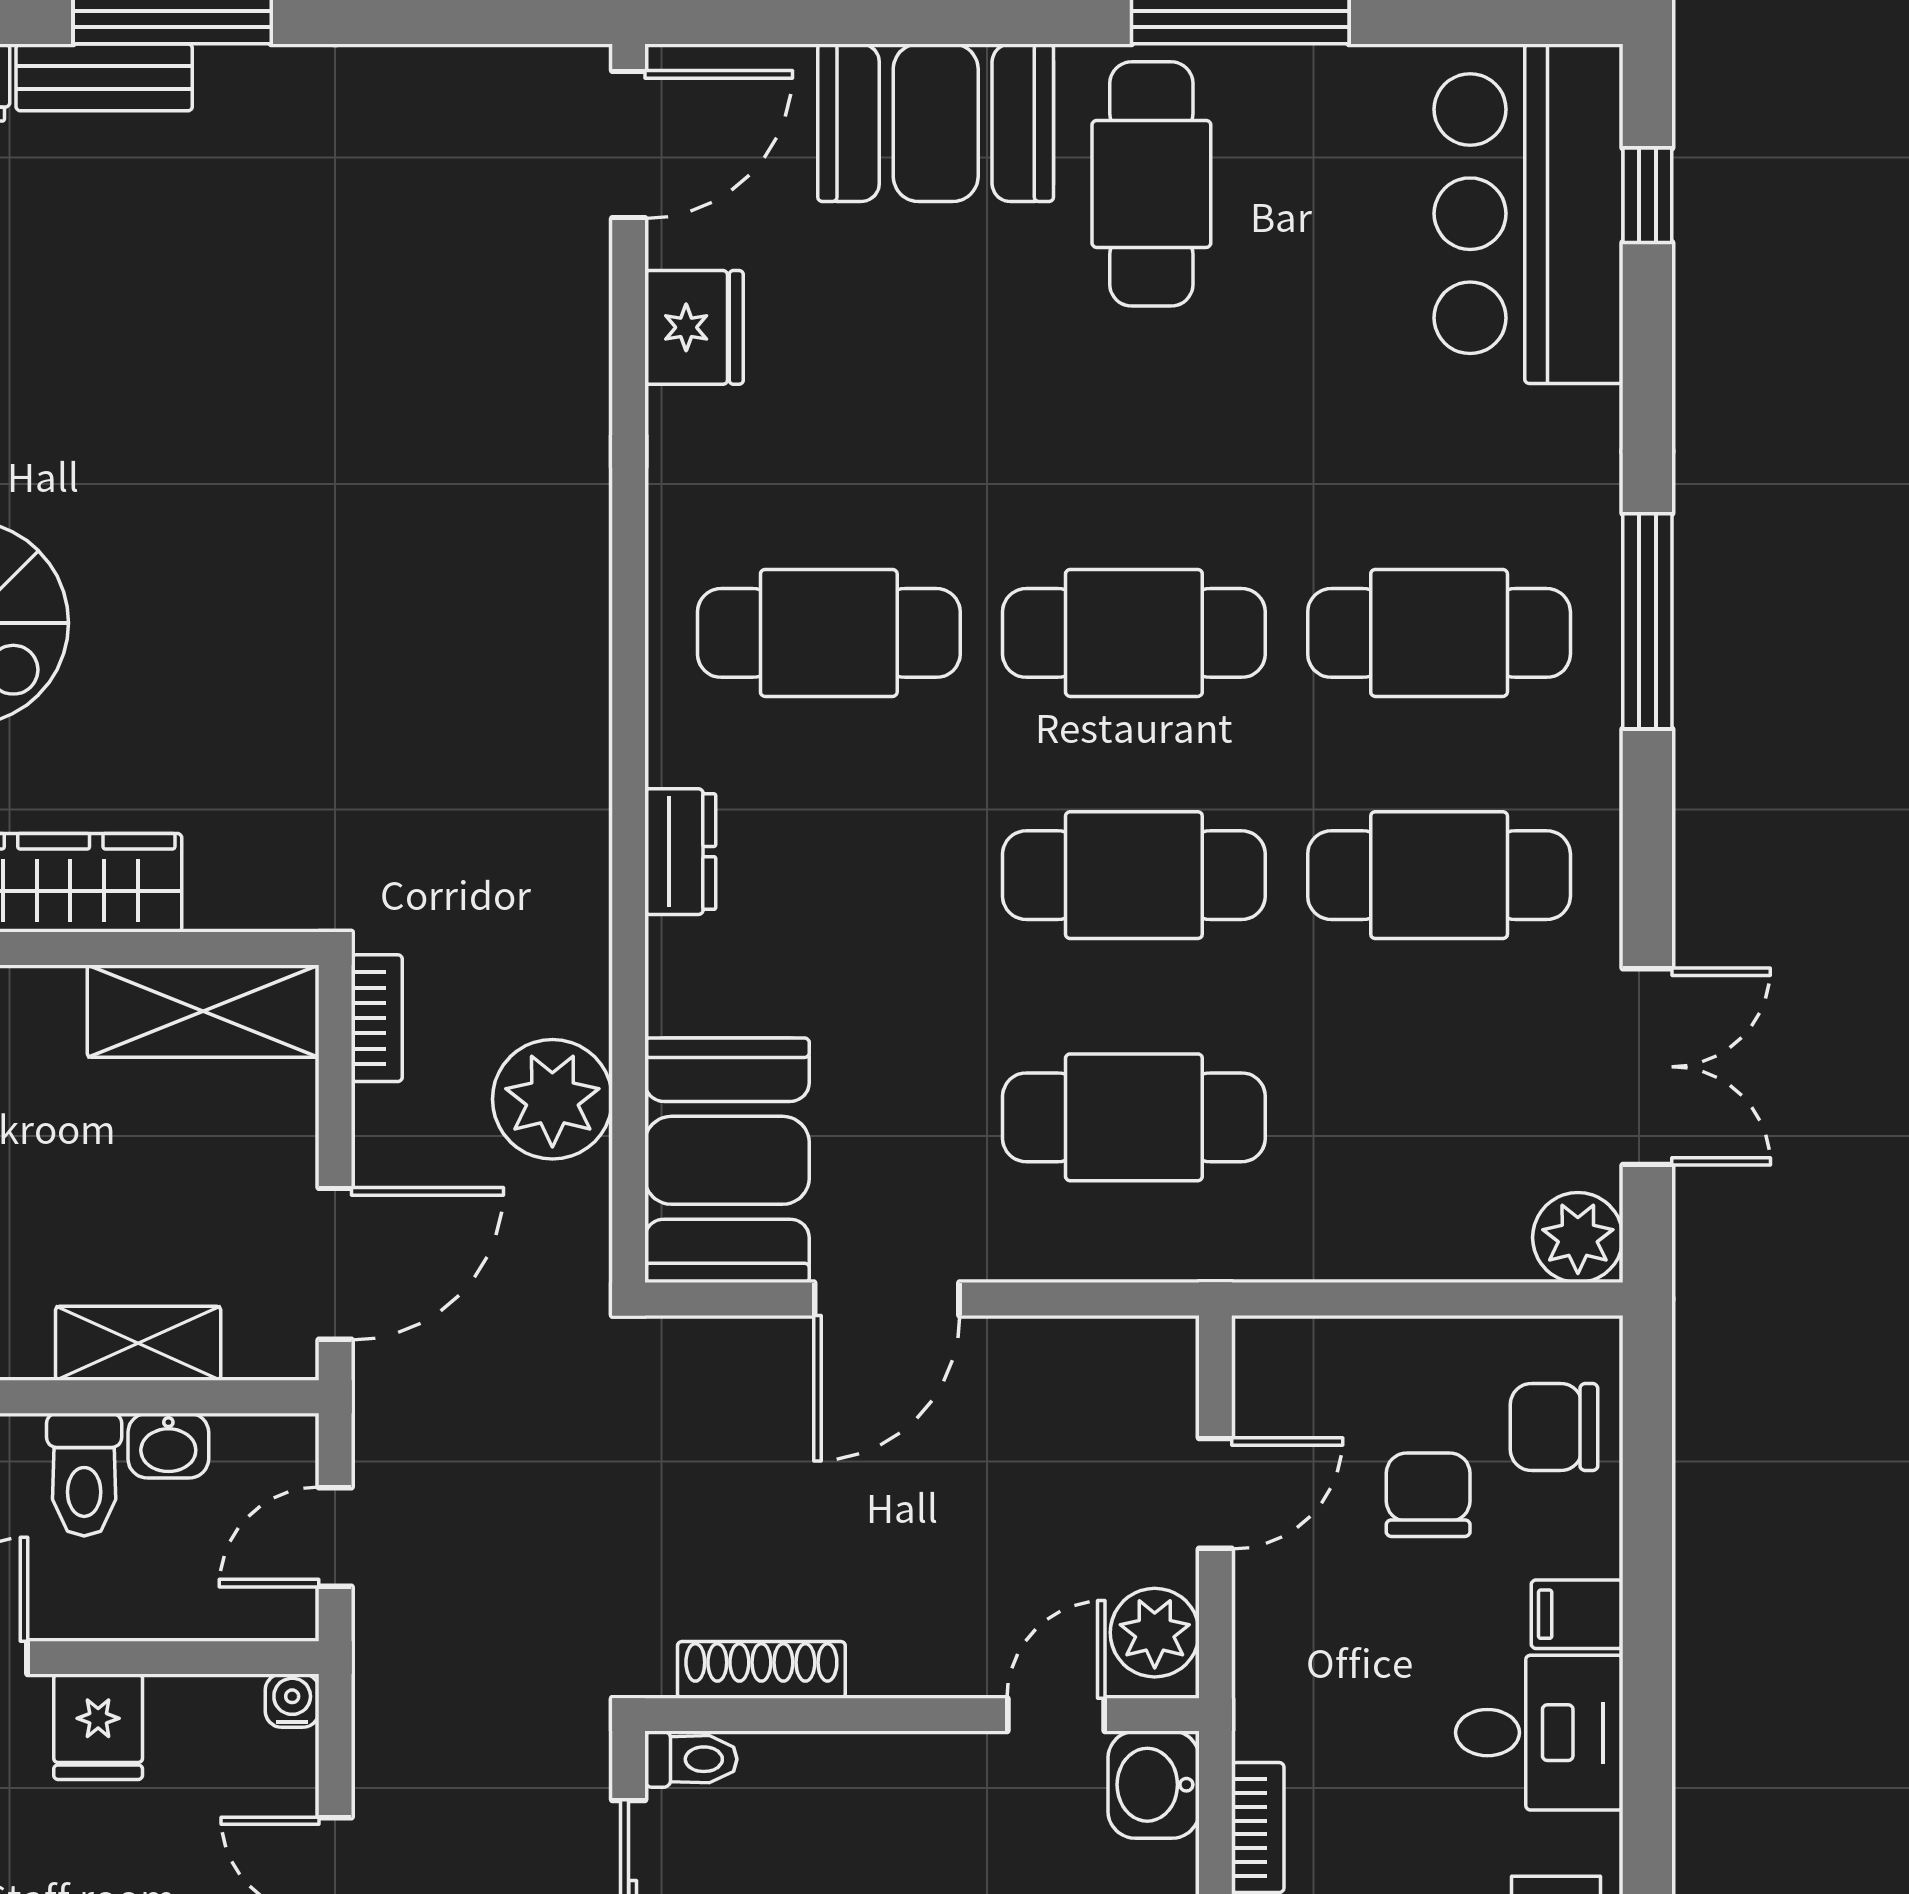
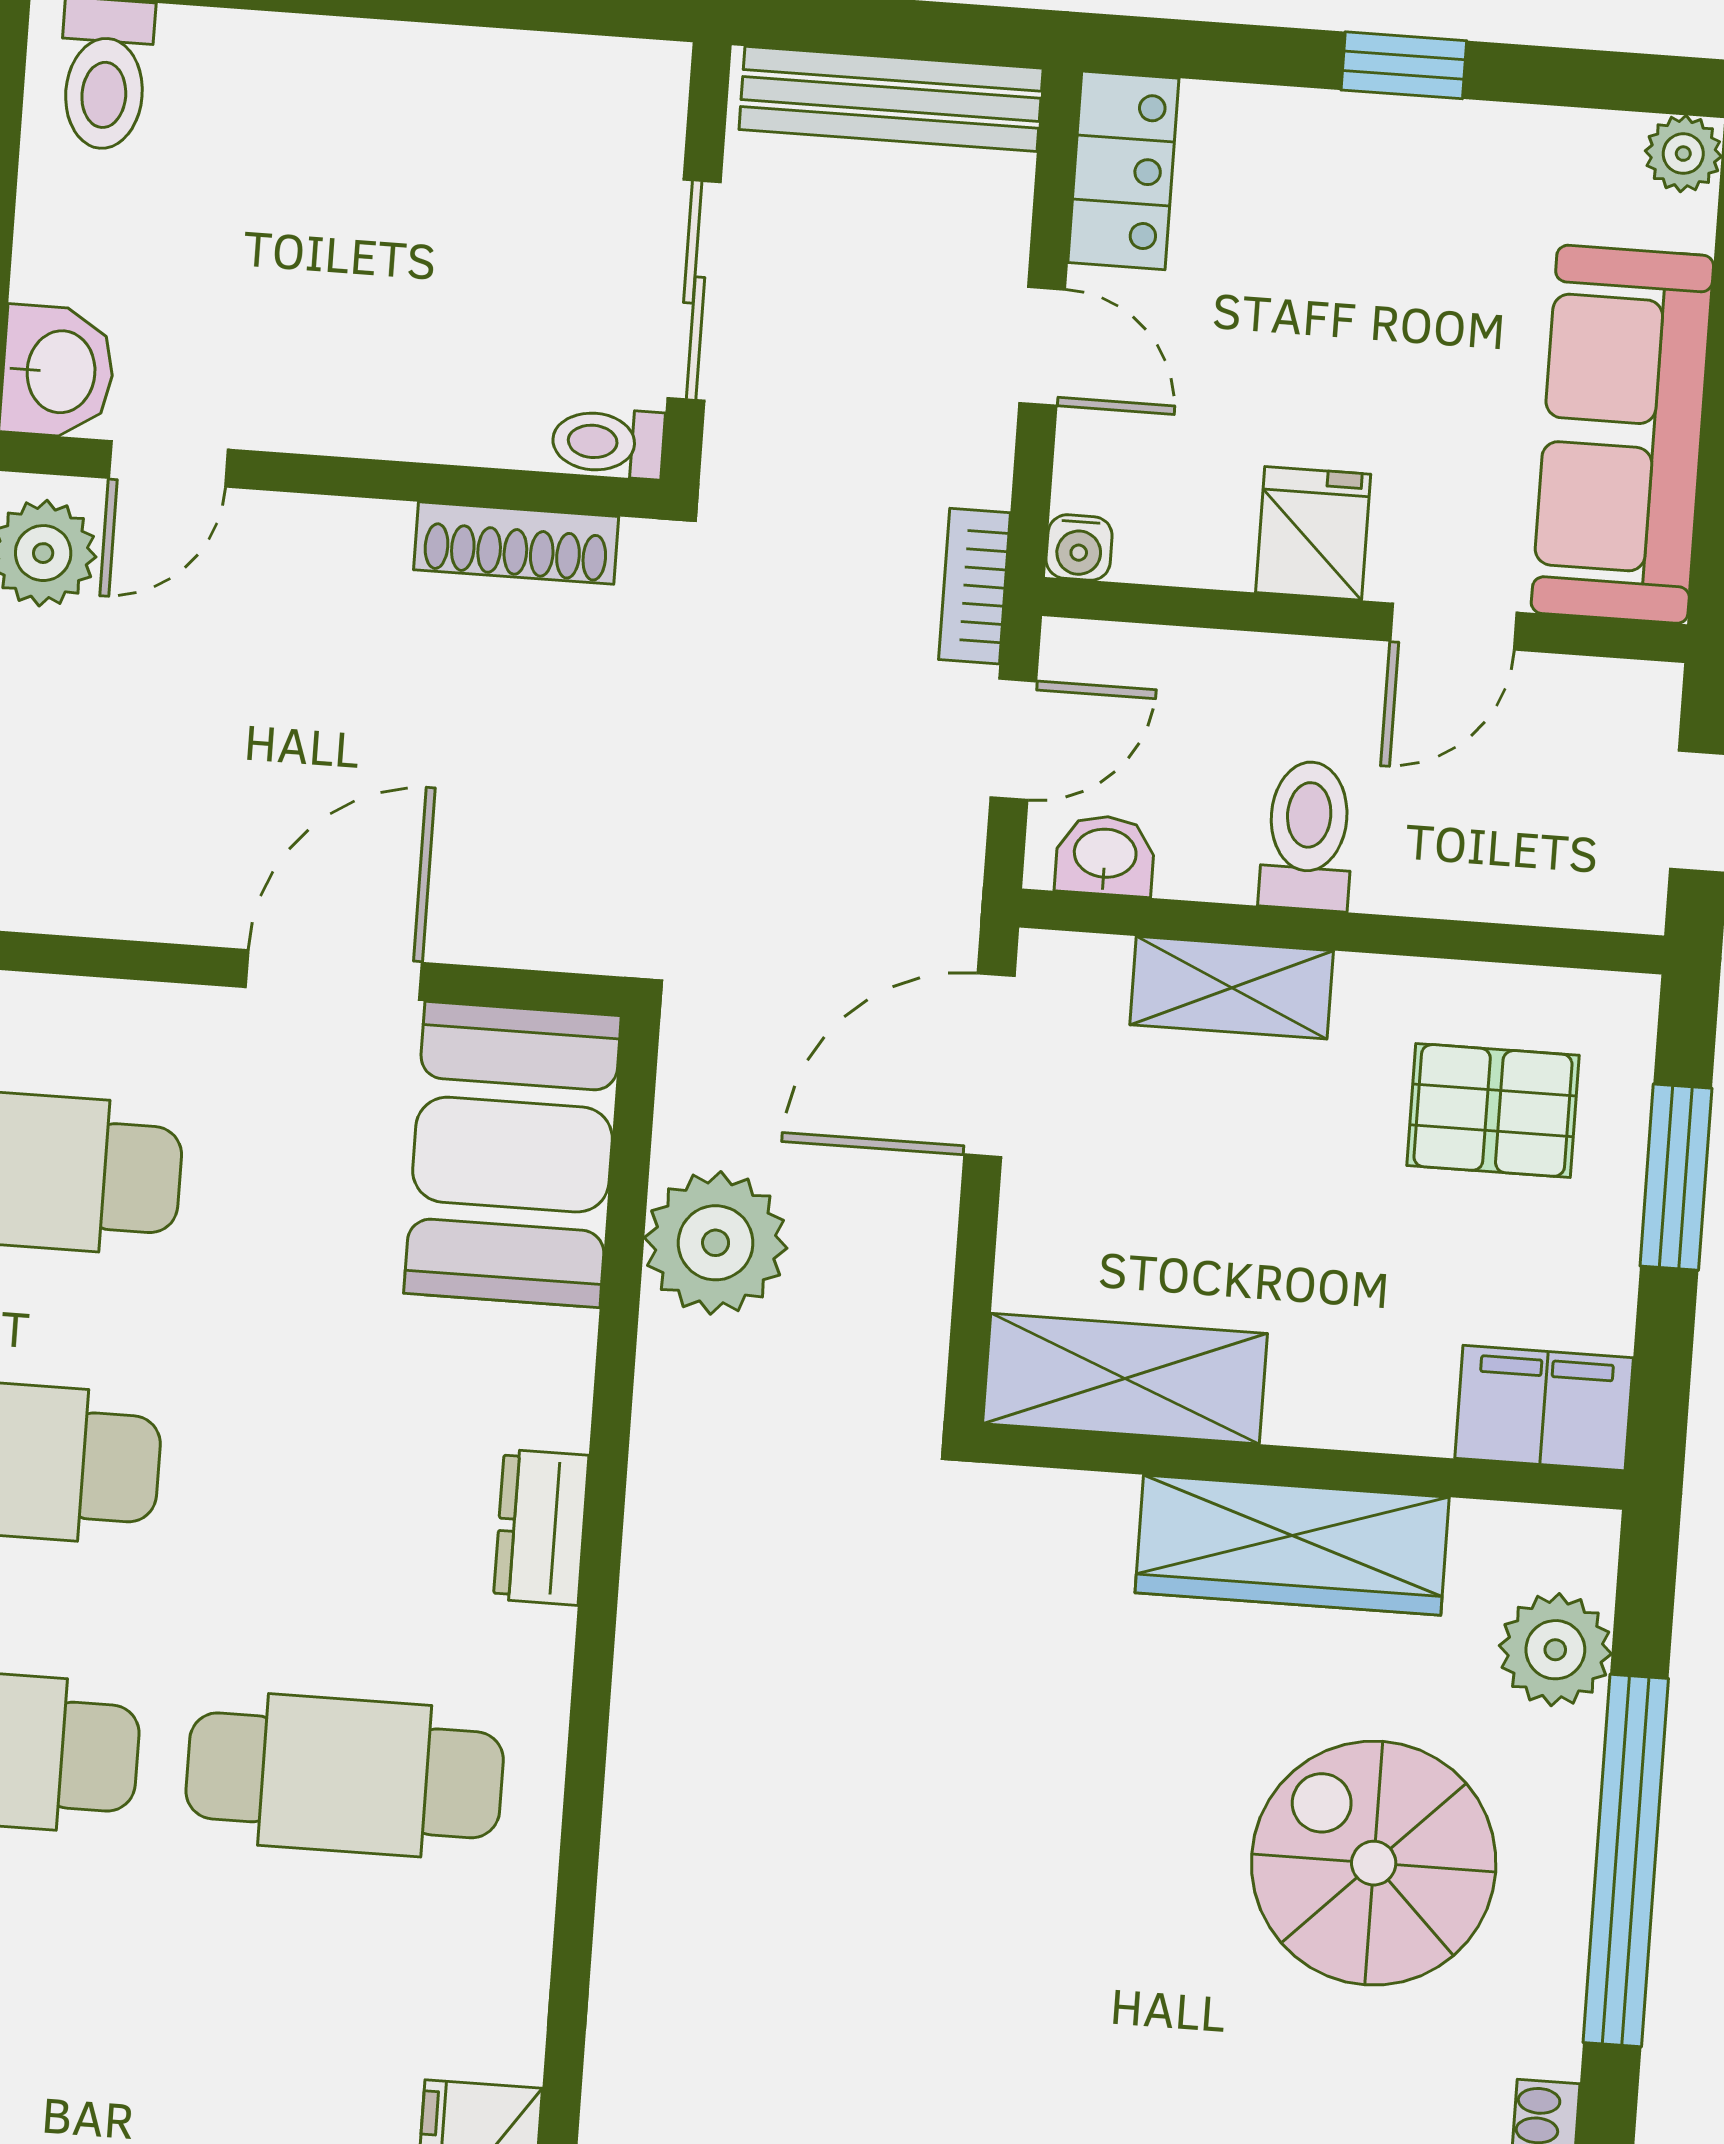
bookcase: (377, 1018) -> (975, 586), moved
washbasin: (168, 1446) -> (1105, 856), moved

